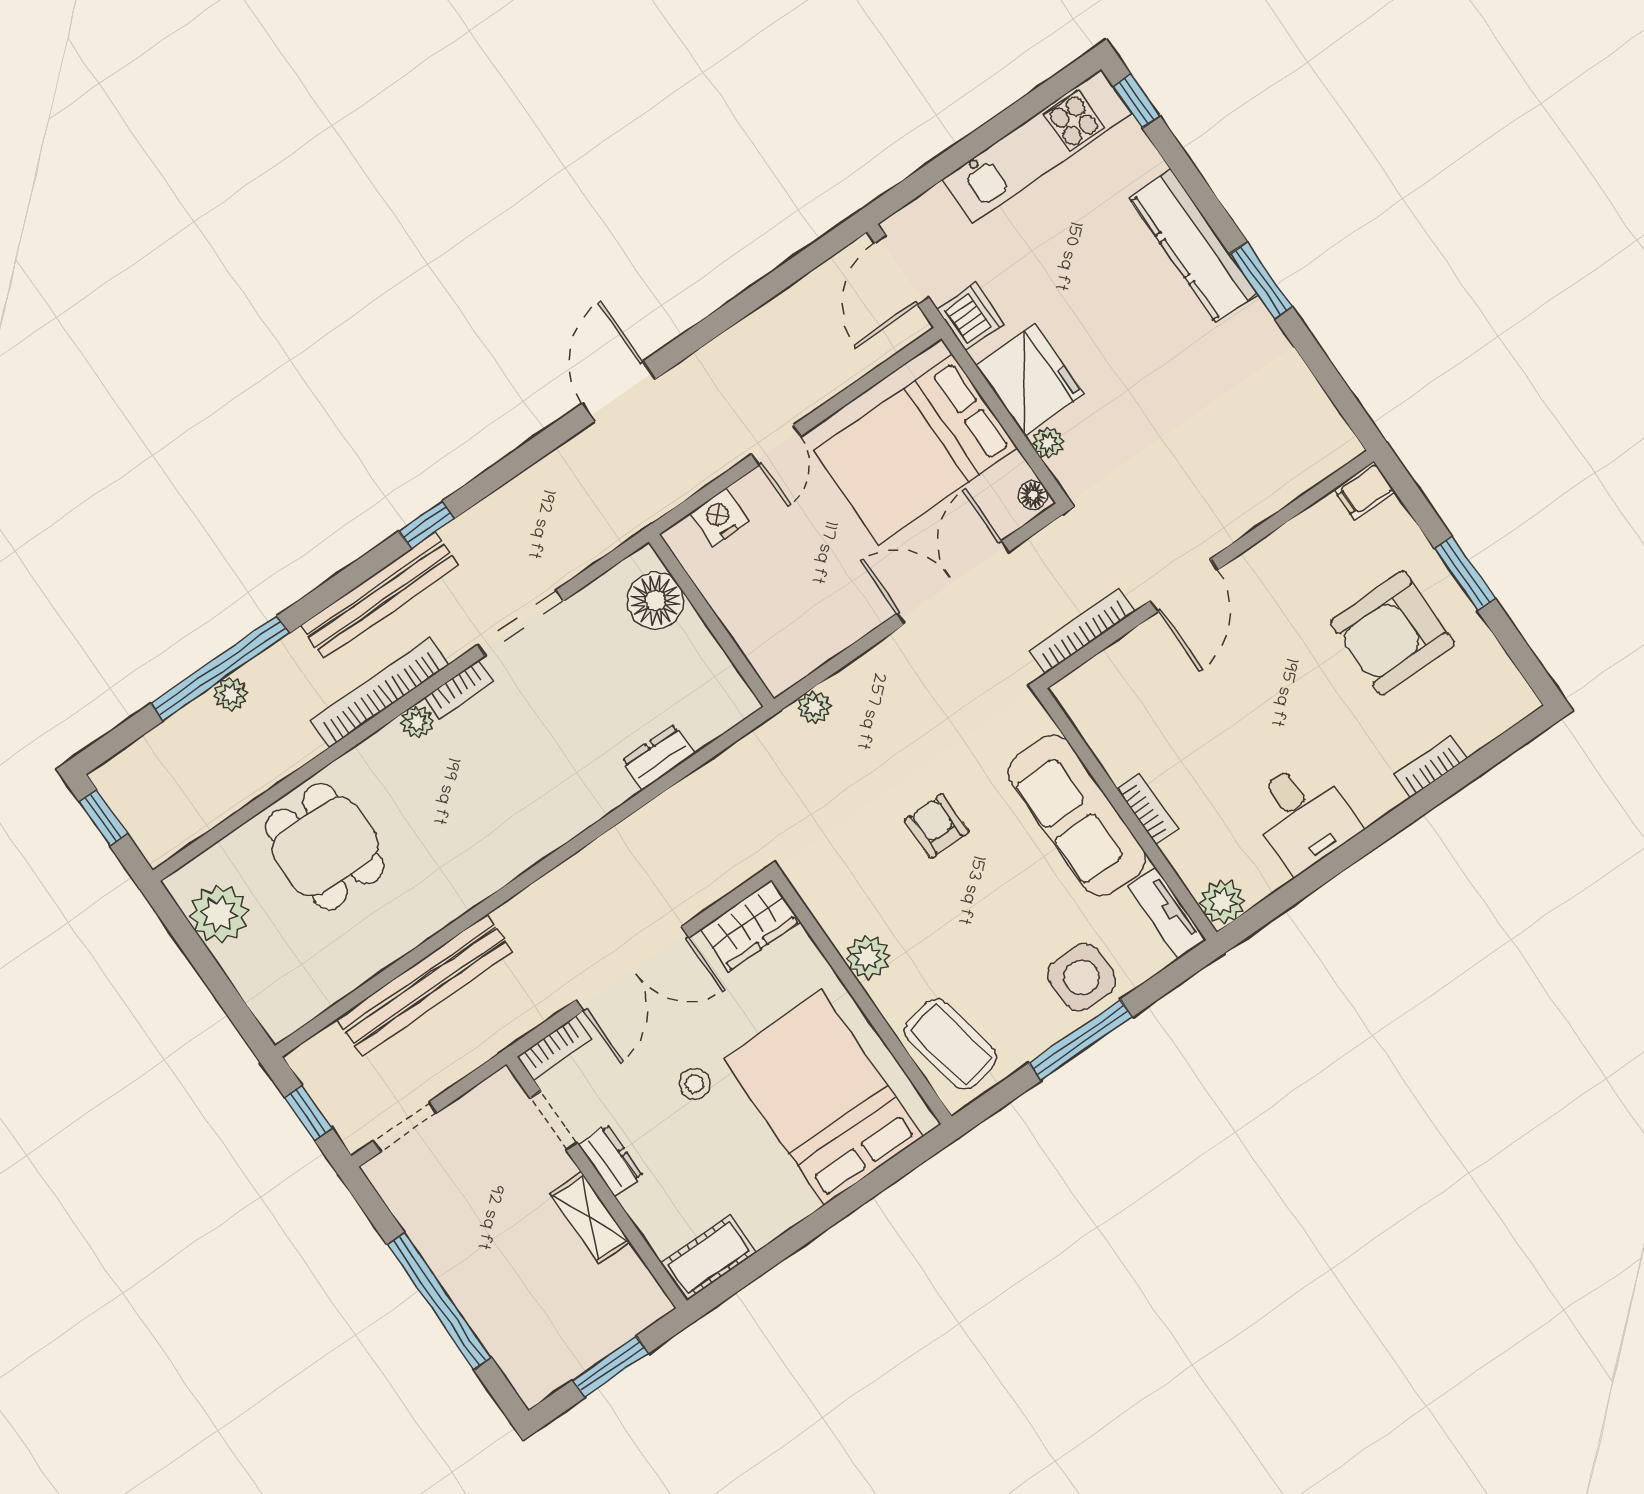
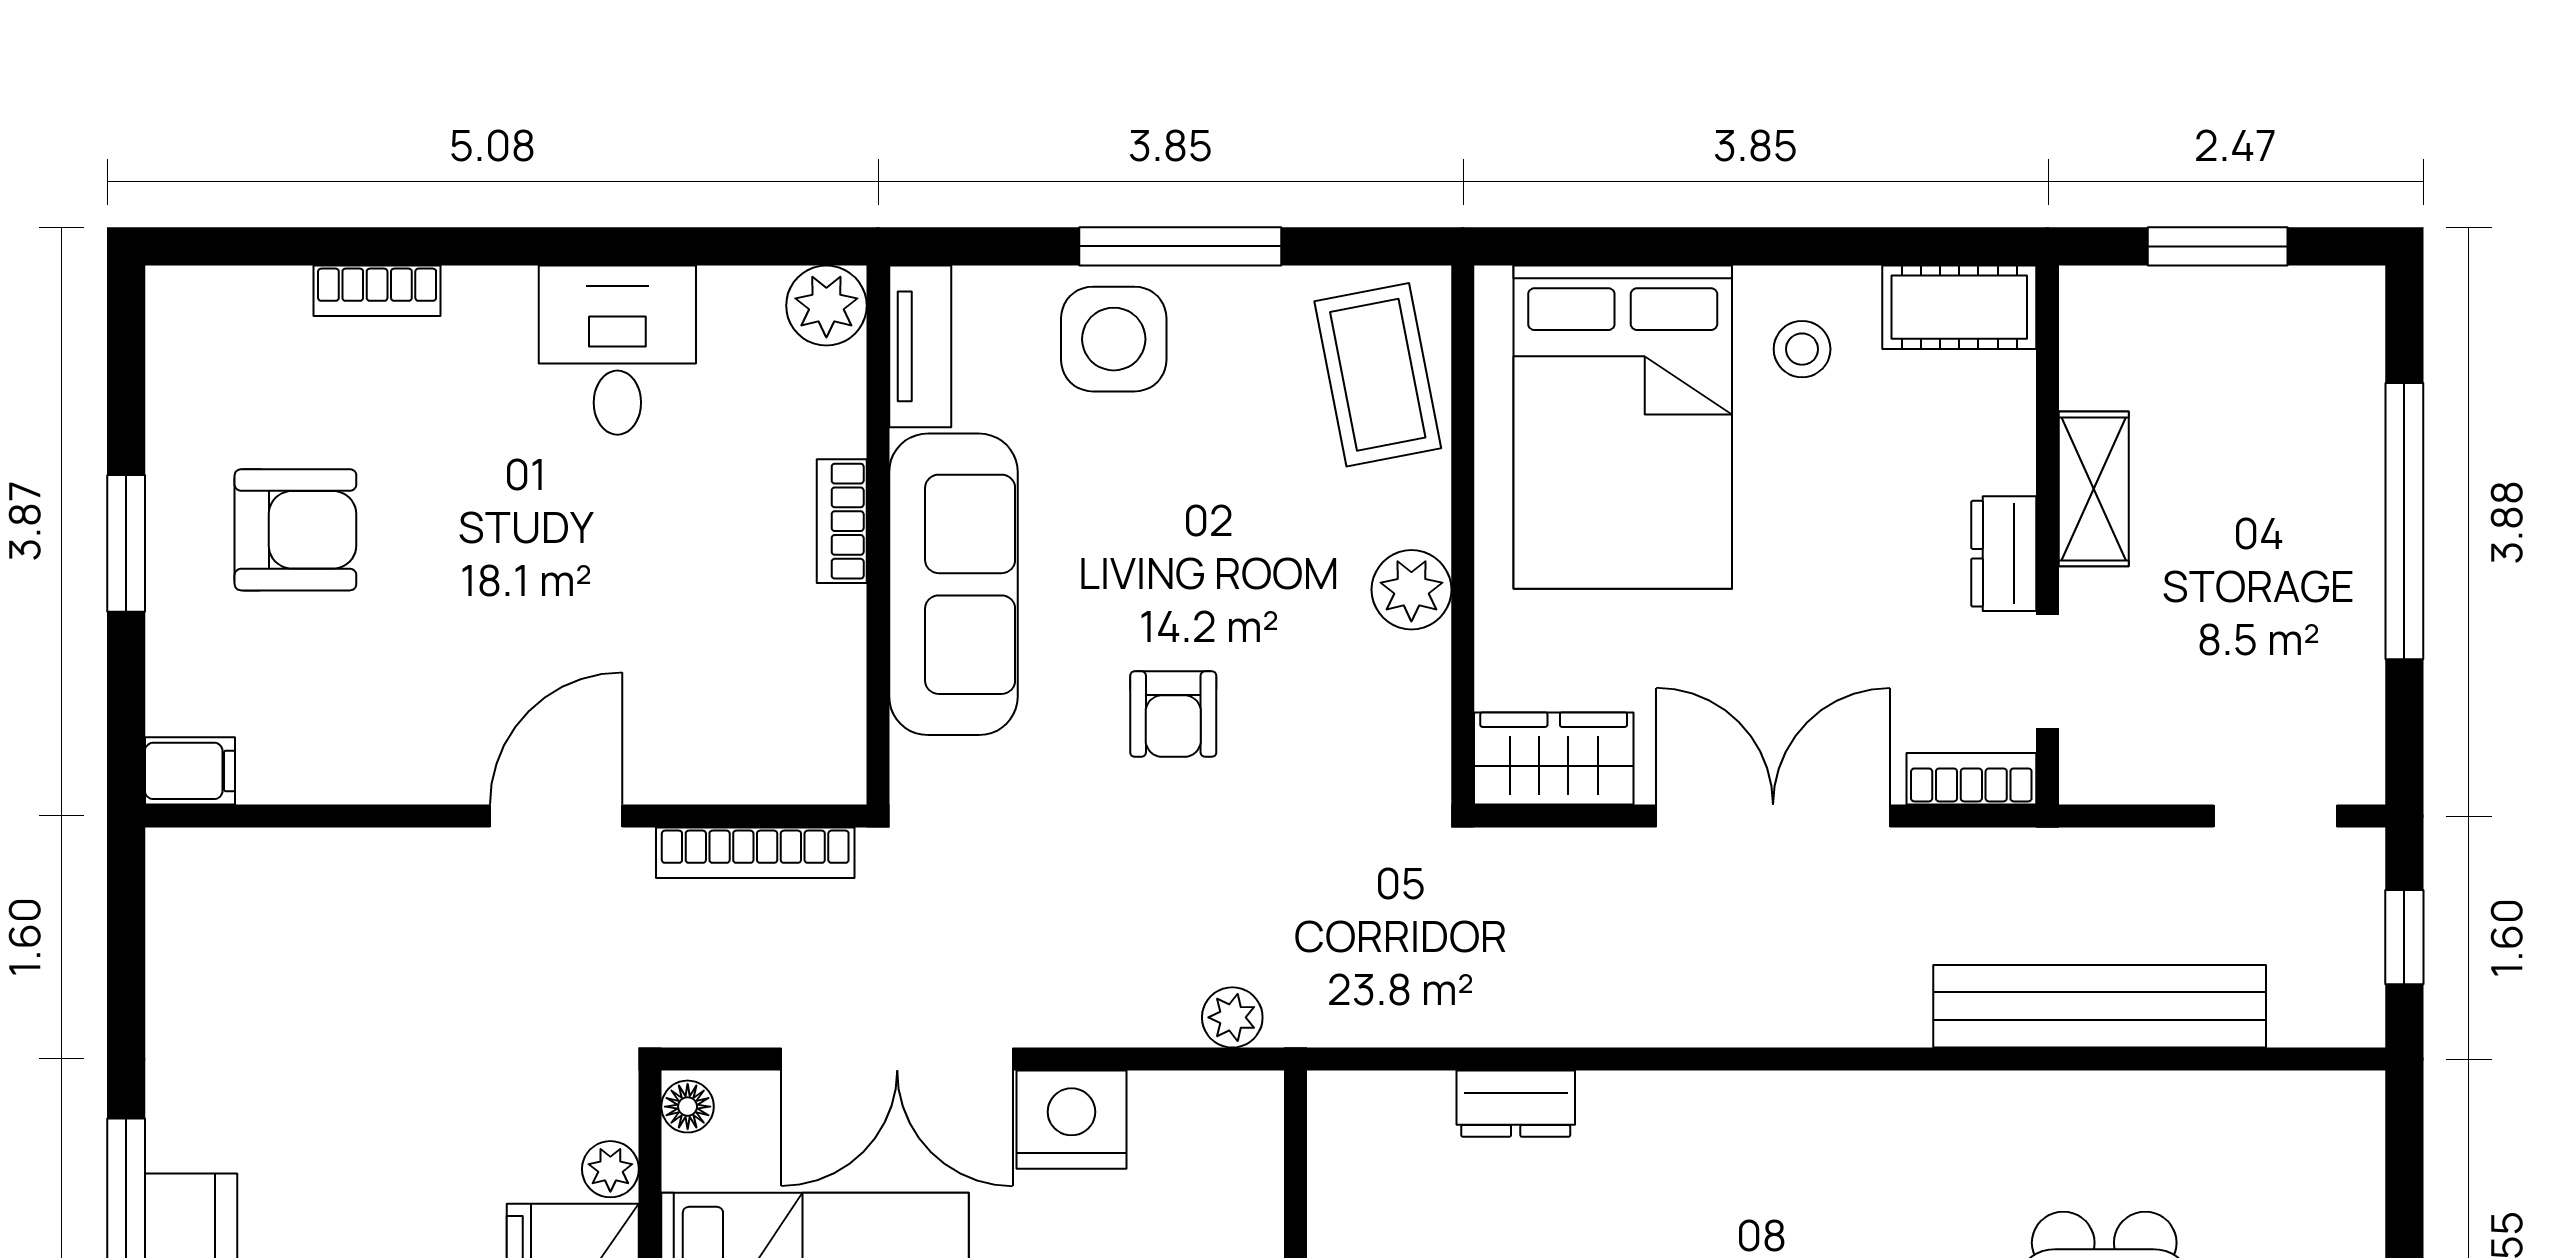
nightstand: (855, 610) -> (1071, 1120), added
armchair: (1392, 633) -> (295, 530), width x0.73, depth x0.73
stool: (695, 1084) -> (1802, 349), moved

